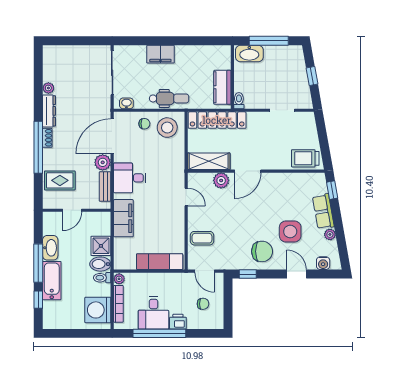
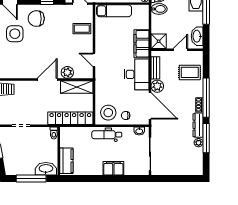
kitchen counter: (222, 87) -> (66, 161), moved
window: (38, 94) -> (206, 138), added
door: (112, 136) -> (150, 106), hinge flipped
desk: (130, 178) -> (137, 74), width x1.37
shower: (101, 246) -> (159, 41), moved
washbasin: (50, 248) -> (197, 36), moved

